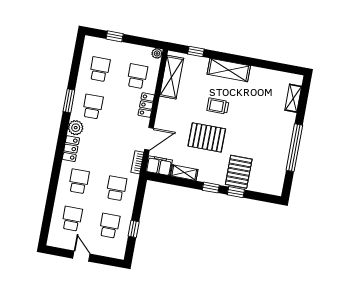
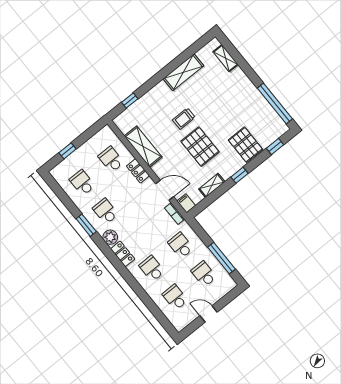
plant: (157, 53) -> (107, 130), removed
shelving: (229, 70) -> (183, 72), moved
shelving: (172, 77) -> (143, 147), moved
pallet: (207, 137) -> (200, 147), turned 90
door: (149, 139) -> (165, 190), hinge flipped
window: (294, 148) -> (275, 104), moved
filing cabinet: (159, 166) -> (186, 203), width x0.50
window: (236, 192) -> (275, 146), moved
window: (134, 229) -> (221, 258), width x2.17

